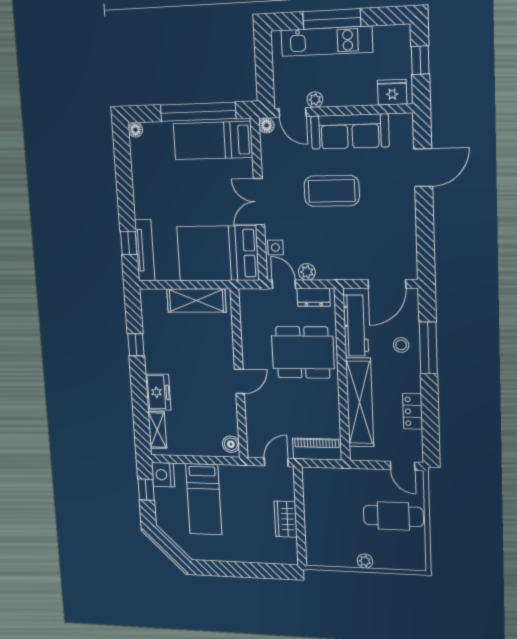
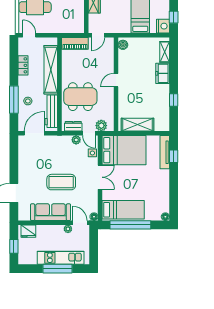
plant: (262, 299) -> (101, 126), added

